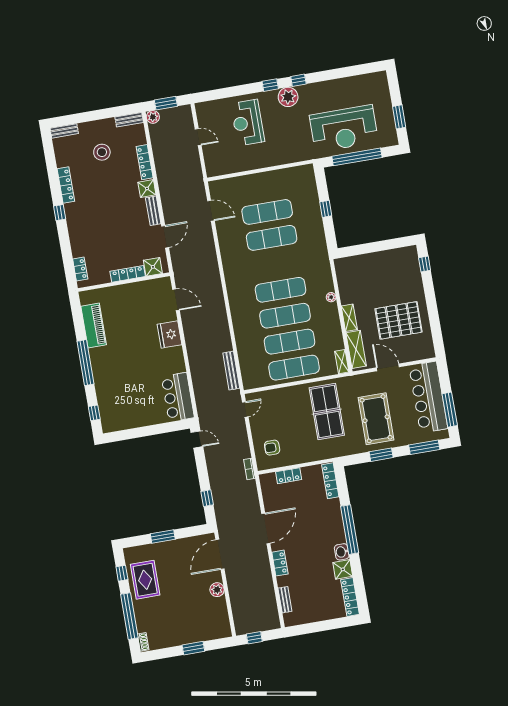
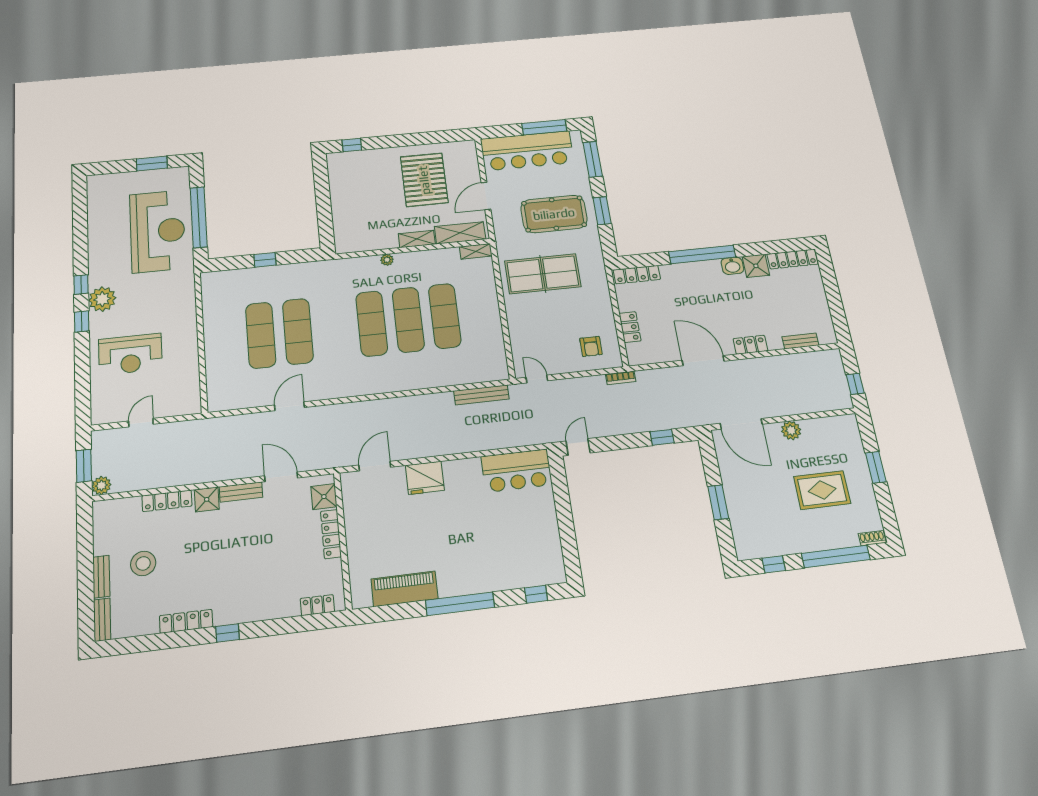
bench: (129, 120) -> (101, 577), moved
door: (211, 211) -> (289, 406), moved
exercise mat: (294, 368) -> (481, 312), removed
rug: (145, 580) -> (822, 490), moved

